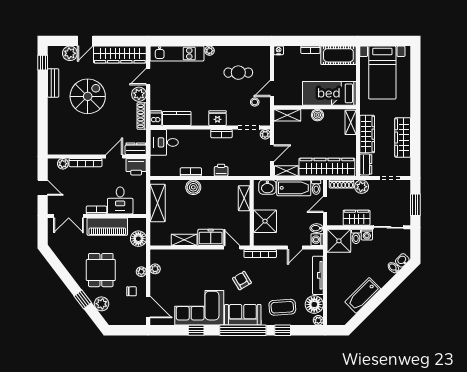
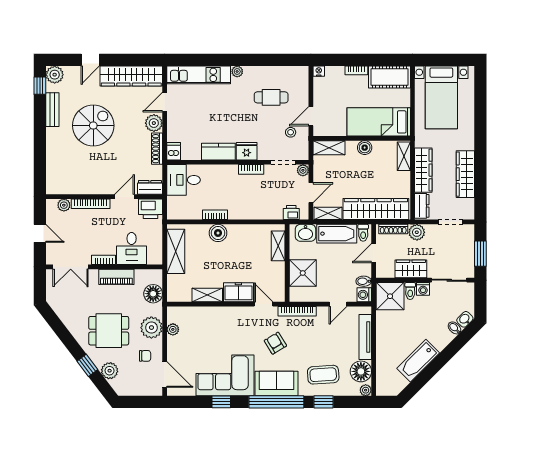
plant: (70, 53) -> (55, 75), moved
kitchen counter: (177, 118) -> (218, 152), moved
printer: (221, 170) -> (291, 213), moved
piano: (107, 227) -> (116, 277), width x0.73, depth x0.75
dining table: (101, 270) -> (109, 331), turned 90
plant: (141, 272) -> (151, 328), width x1.88, depth x1.88

